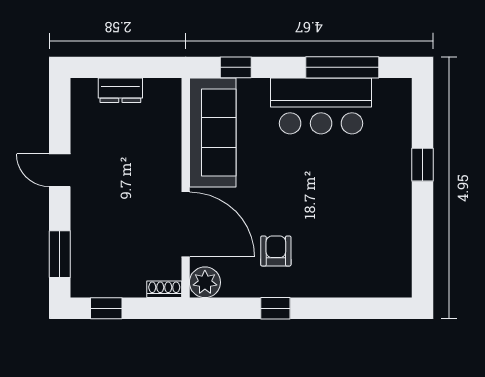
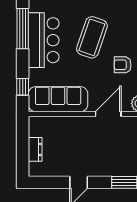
coffee table: (326, 195) -> (92, 37), added
door: (186, 224) -> (108, 114), width x0.73

